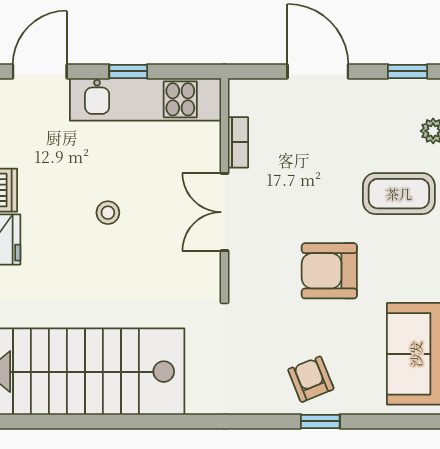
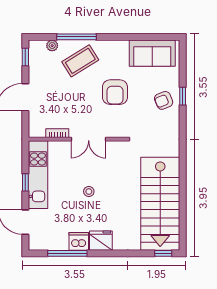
coffee table: (399, 194) -> (80, 61), turned 58

